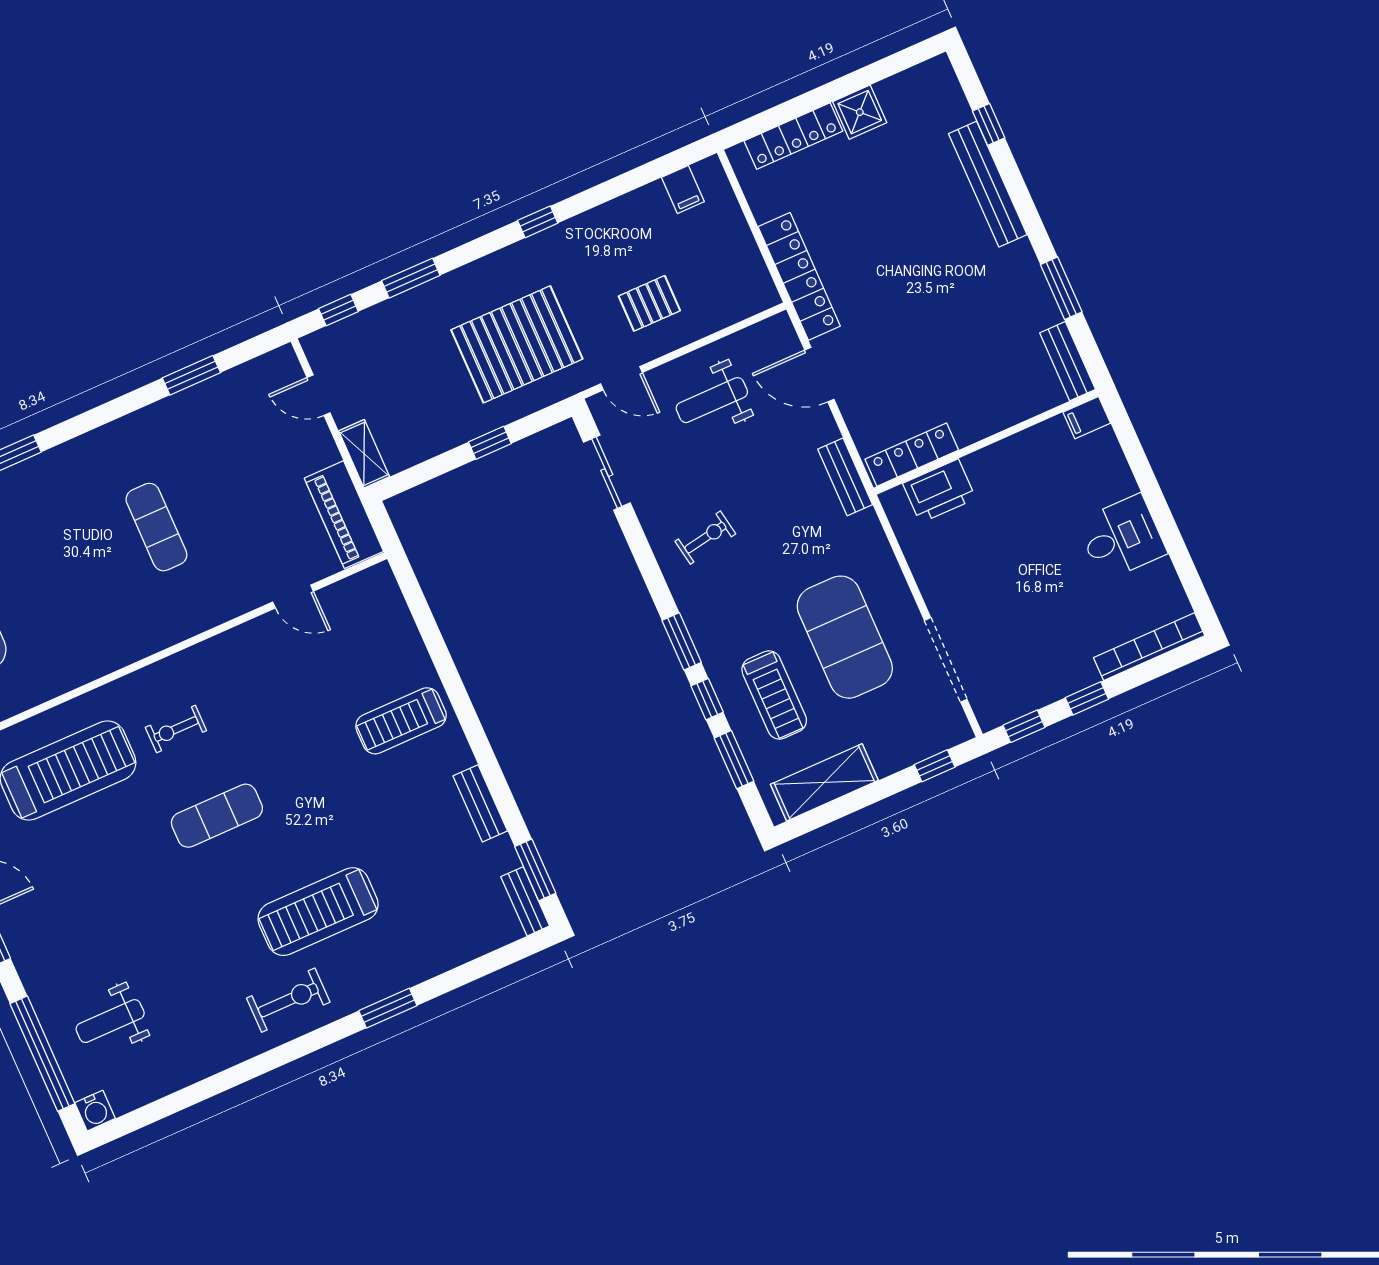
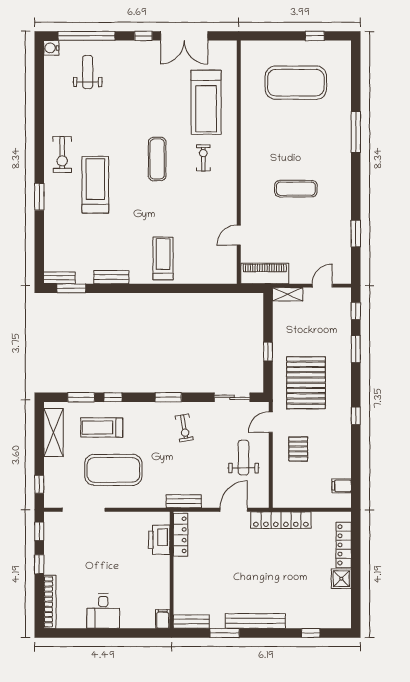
bench: (988, 184) -> (255, 621), moved
window: (682, 641) -> (168, 397), moved

